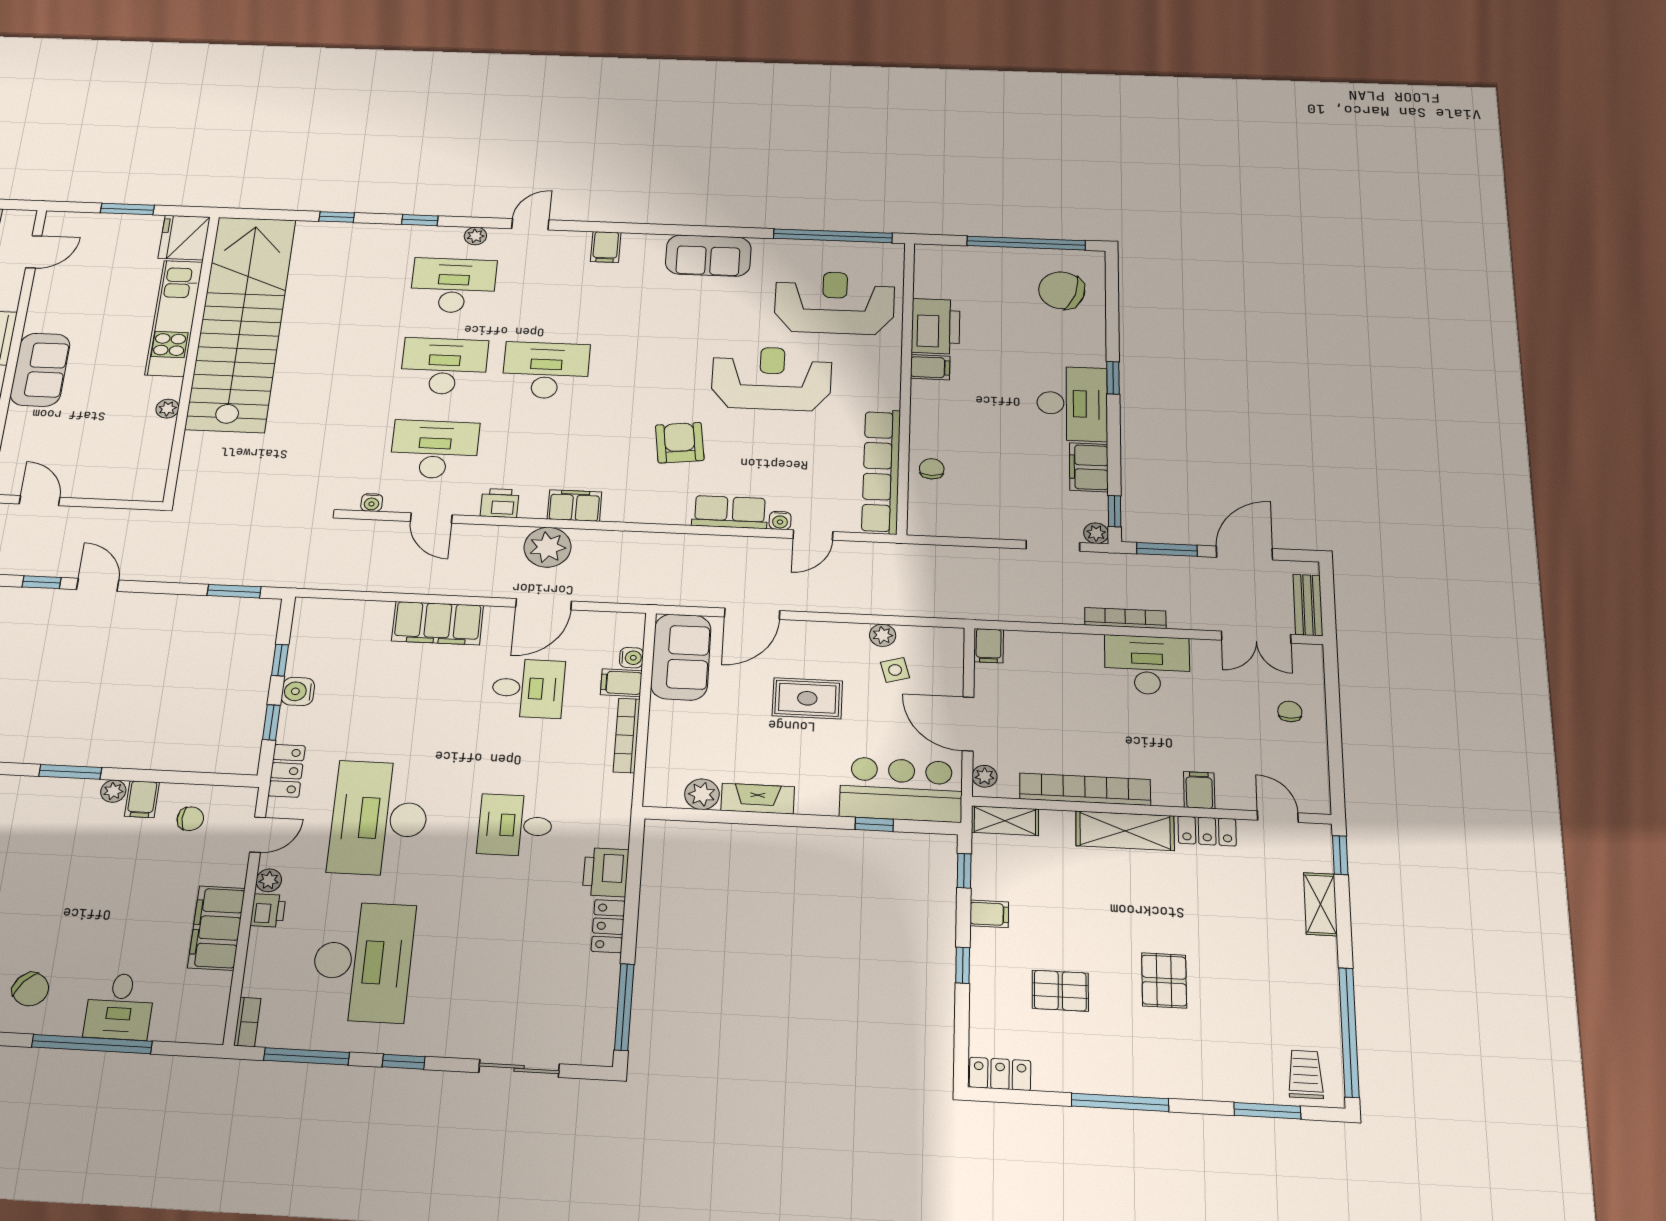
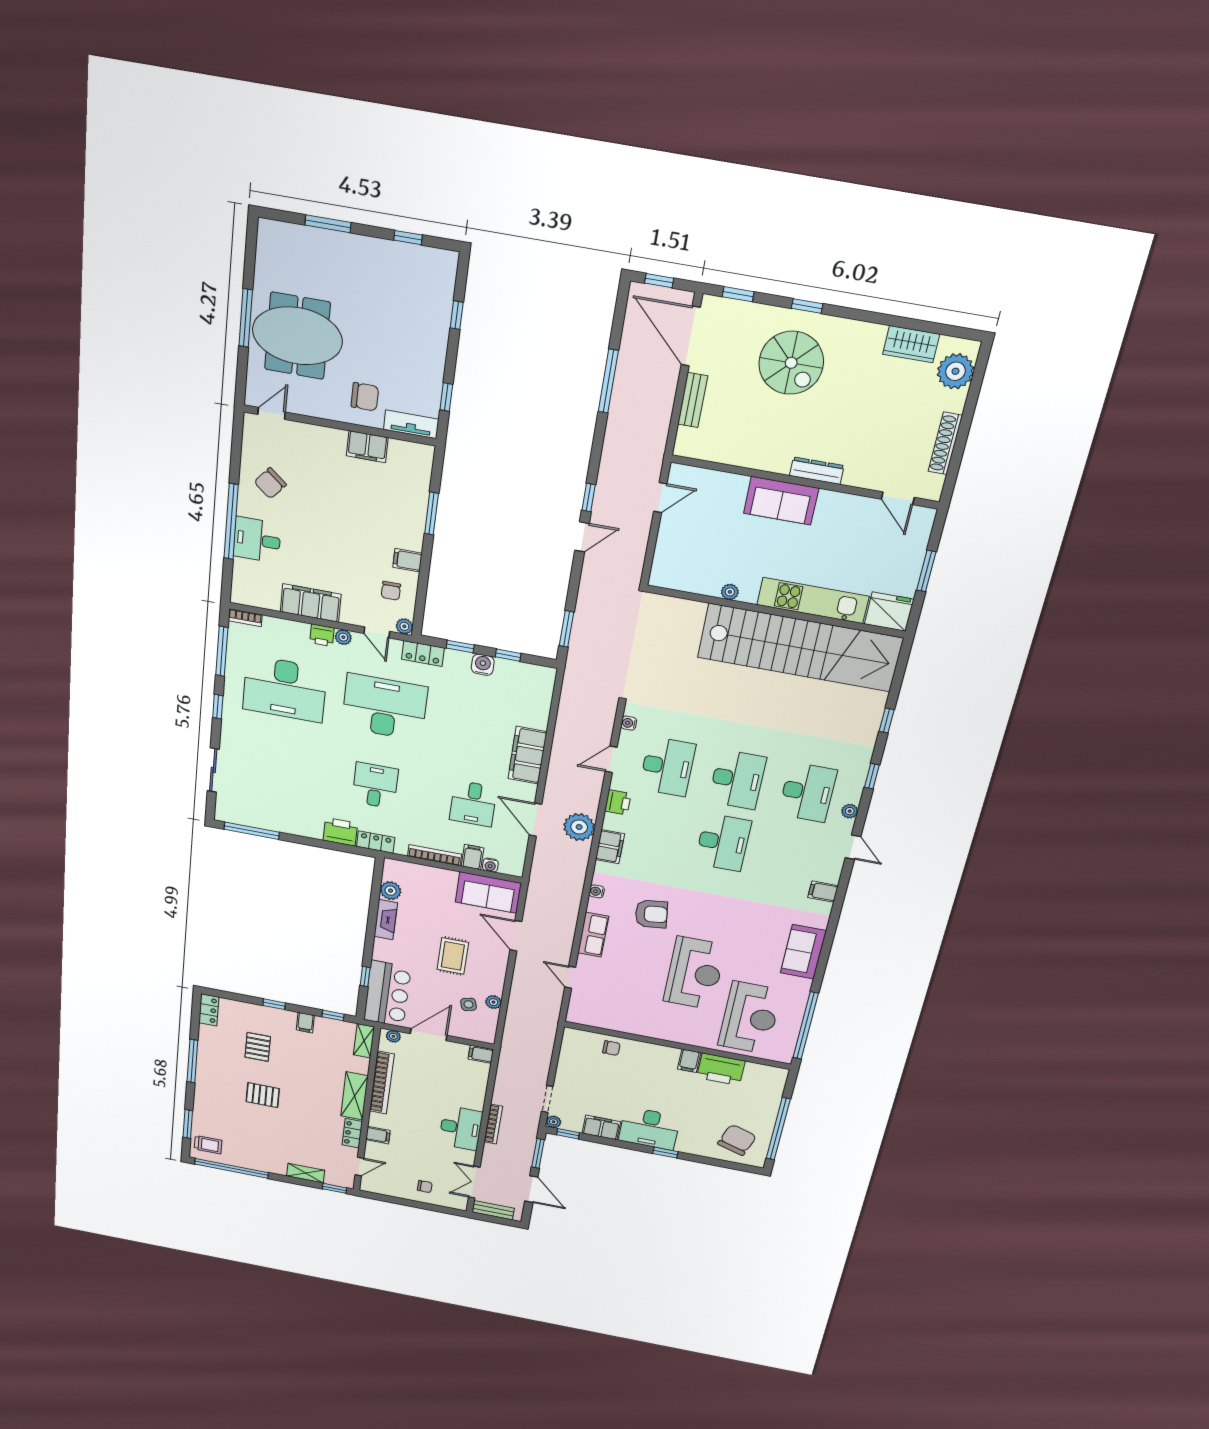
row of seats: (881, 471) -> (613, 1021), removed
water cooler: (780, 520) -> (597, 891), moved
plant: (113, 791) -> (404, 626), moved
locker: (608, 926) -> (376, 842), moved

